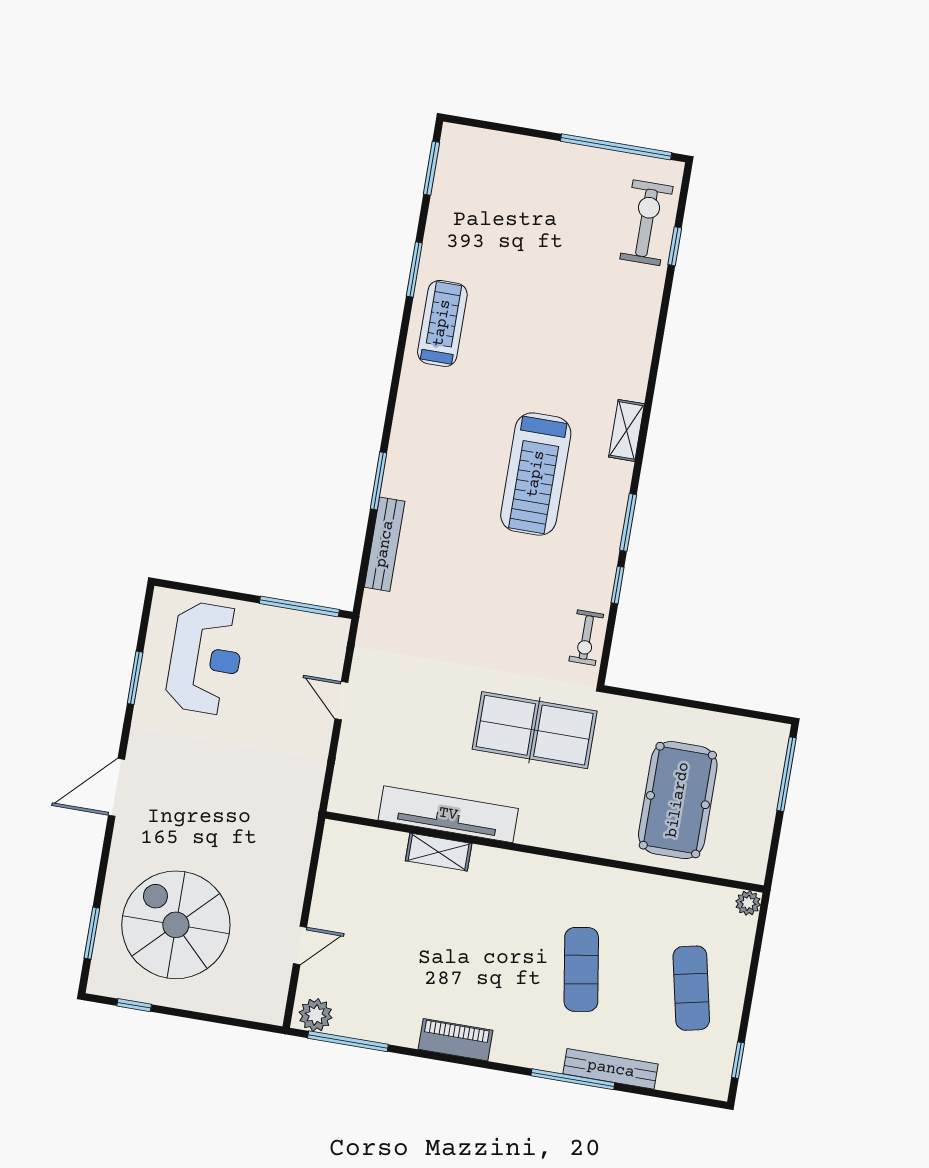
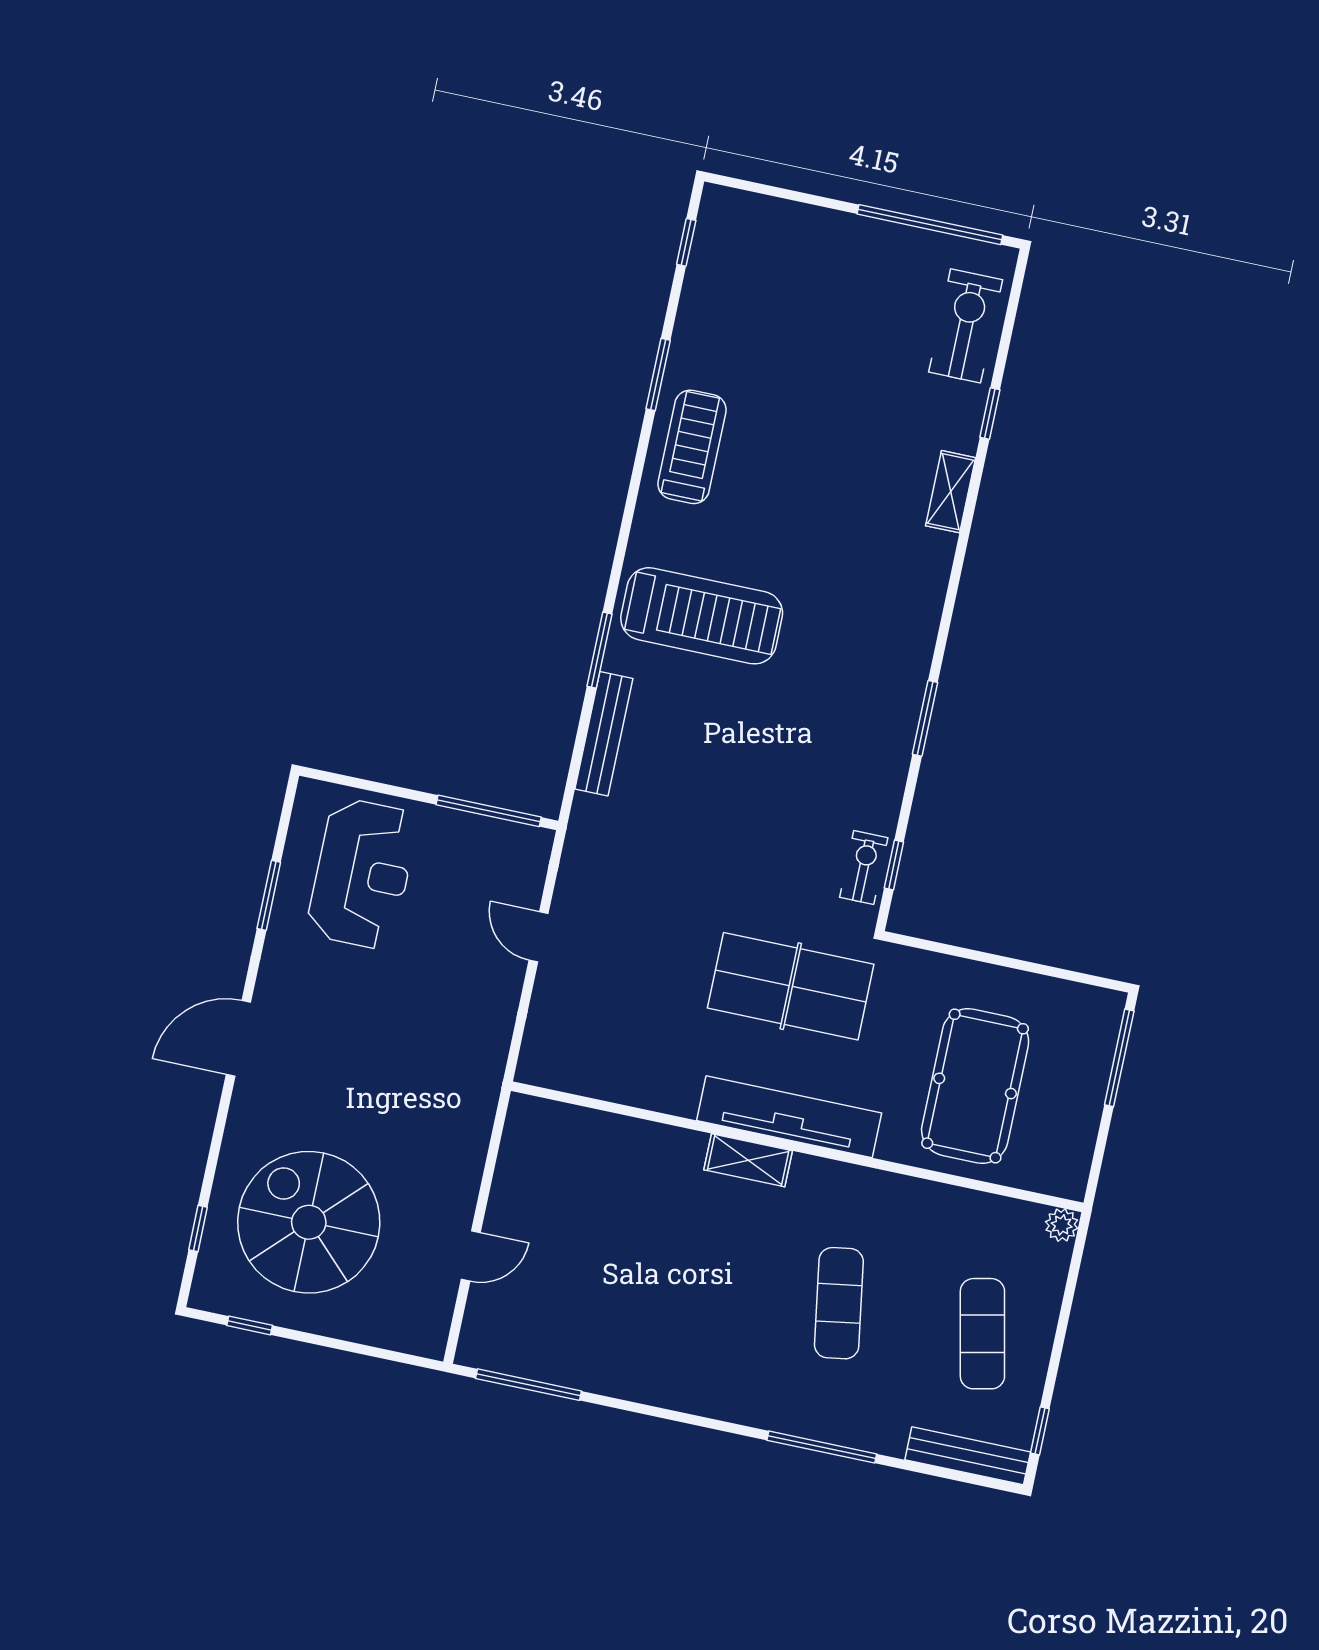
window: (431, 168) -> (686, 242), width x0.67
window: (675, 246) -> (990, 413), moved
shelving: (627, 430) -> (951, 492), moved
treadmill: (536, 474) -> (702, 616), moved, turned -90
window: (618, 585) -> (894, 865), moved
exercise bike: (586, 638) -> (864, 867), turned 180
tv unit: (448, 814) -> (789, 1117), moved
shelving: (439, 852) -> (748, 1160), moved
window: (92, 933) -> (198, 1229), width x0.67
plant: (316, 1015) -> (487, 1348), removed
piano: (455, 1040) -> (670, 1389), removed
bench: (611, 1069) -> (968, 1456), moved

